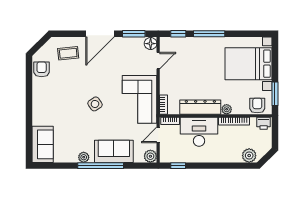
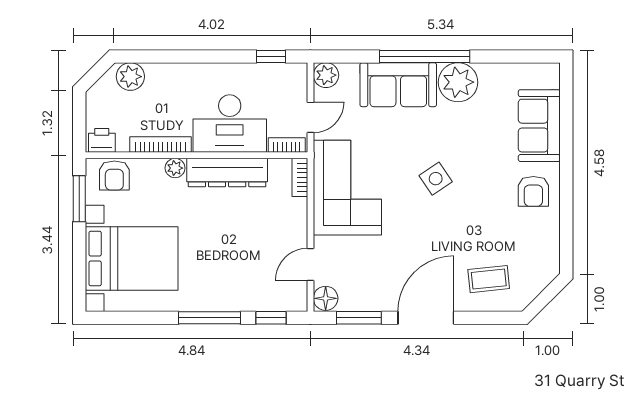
armchair: (42, 69) -> (533, 191), moved
sofa: (43, 144) -> (539, 126), moved
plant: (84, 157) -> (458, 82), width x1.88, depth x1.88

